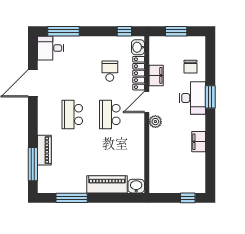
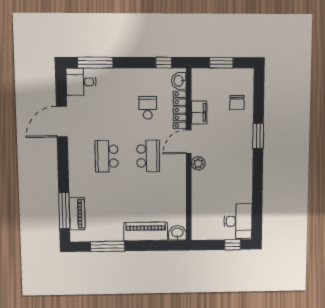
desk: (193, 98) -> (238, 221), moved
school desk: (110, 115) -> (148, 156), turned 180
filing cabinet: (199, 142) -> (245, 185), removed
piano: (44, 150) -> (77, 214), moved

